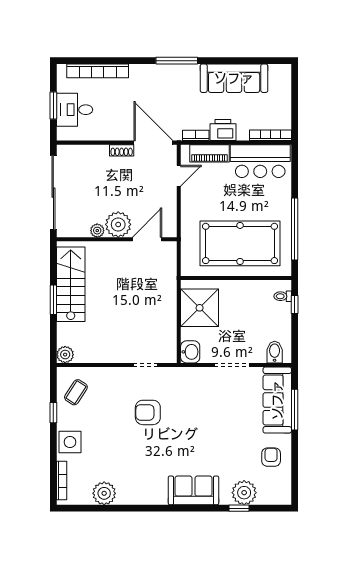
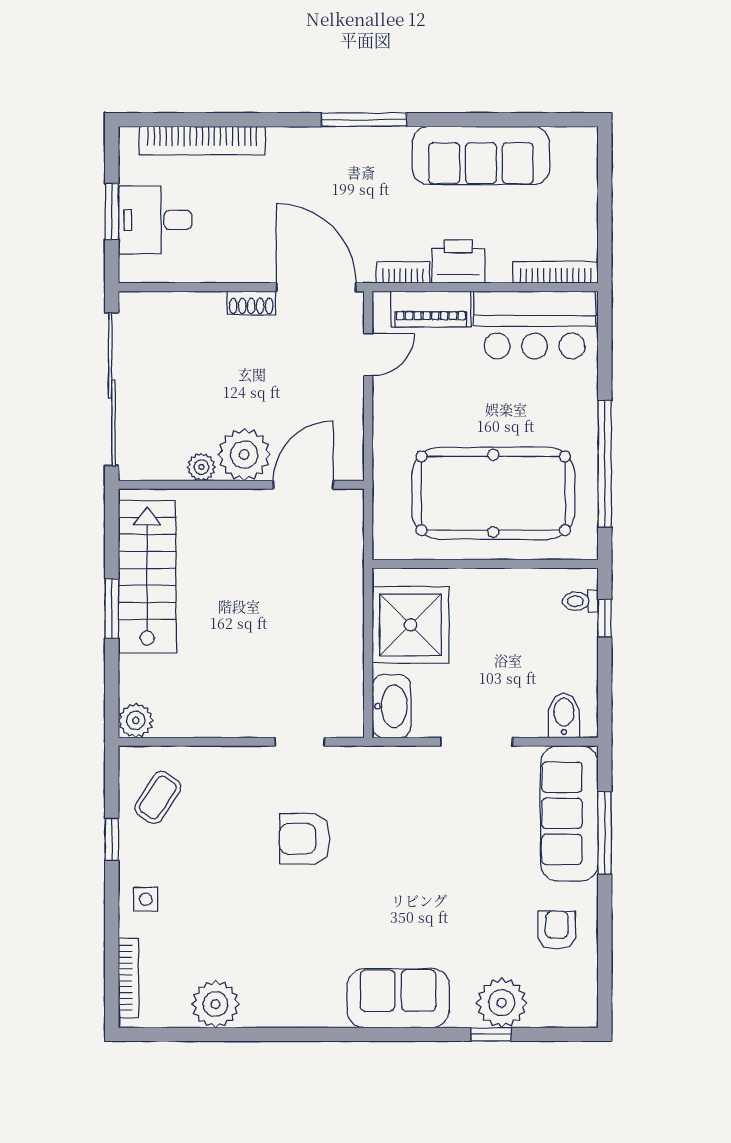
washbasin: (190, 352) -> (391, 706), width x1.38
side table: (70, 442) -> (146, 899), width x0.54, depth x0.54

